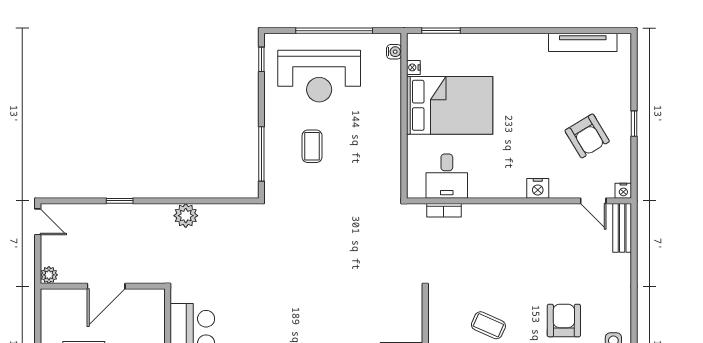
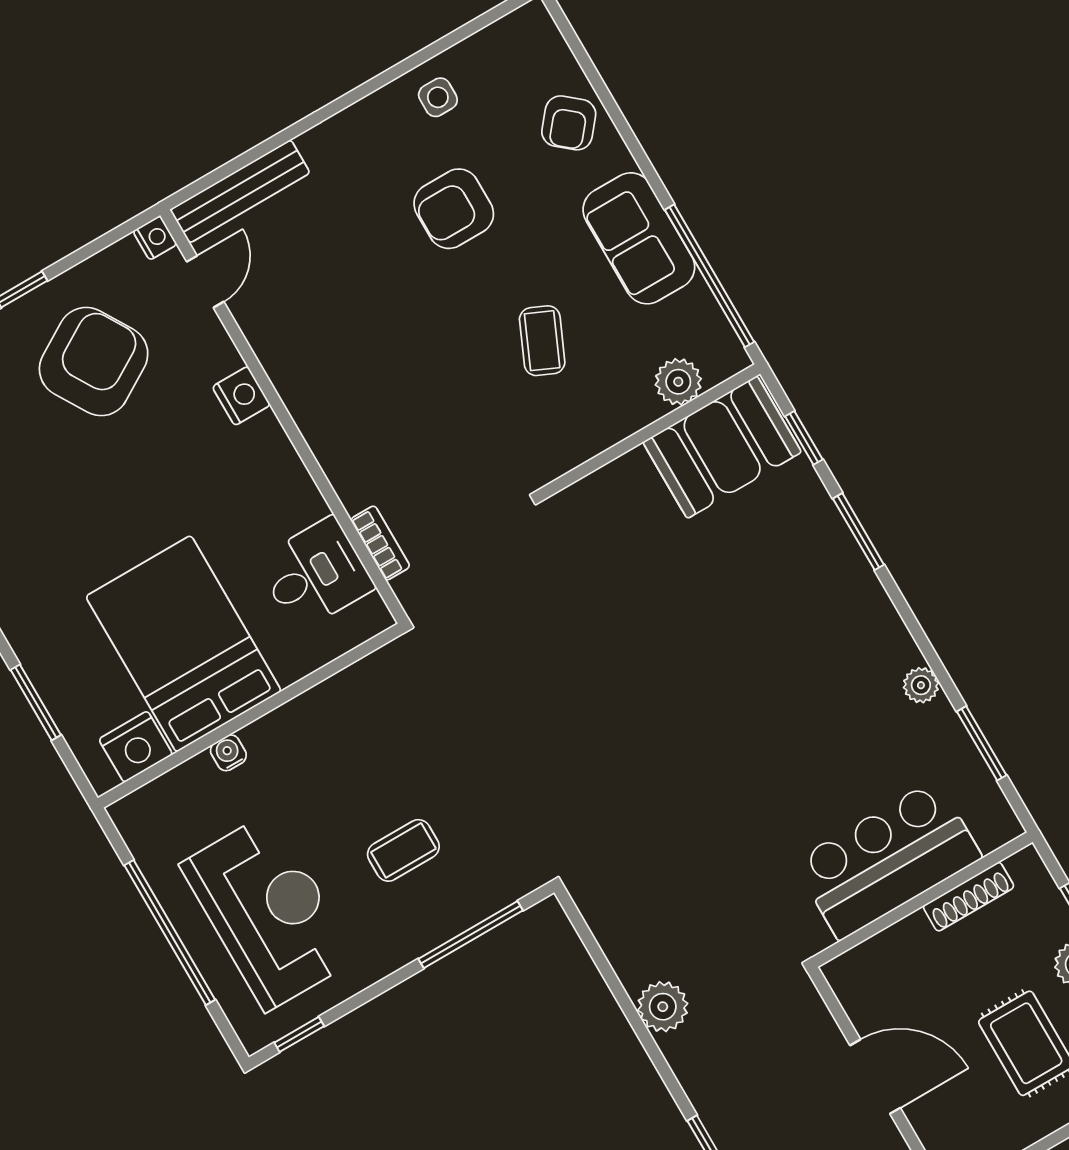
window: (441, 31) -> (36, 702), moved
water cooler: (394, 52) -> (228, 753), moved
nightstand: (413, 67) -> (136, 747), width x1.89, depth x1.79
armchair: (587, 136) -> (94, 362), width x1.36, depth x1.36
bench: (622, 228) -> (240, 191), width x1.36

